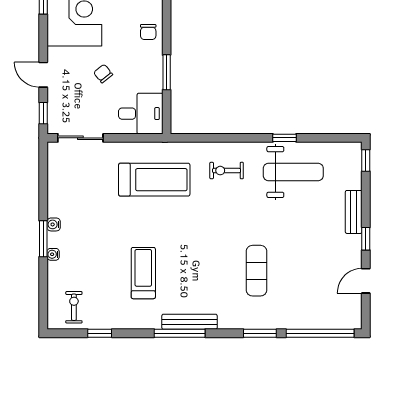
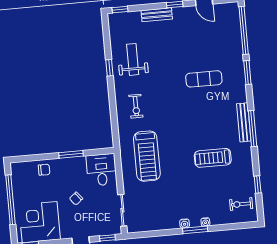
weight bench: (293, 172) -> (133, 59), width x0.73, depth x0.75
treadmill: (154, 180) -> (147, 156), turned 180

